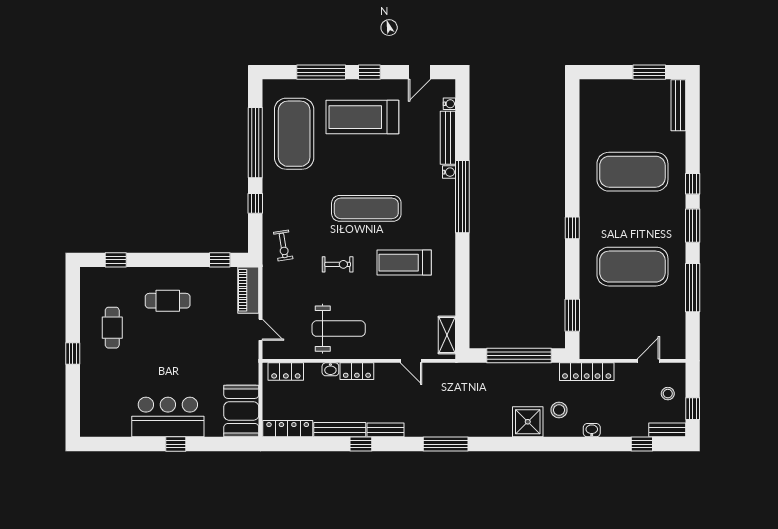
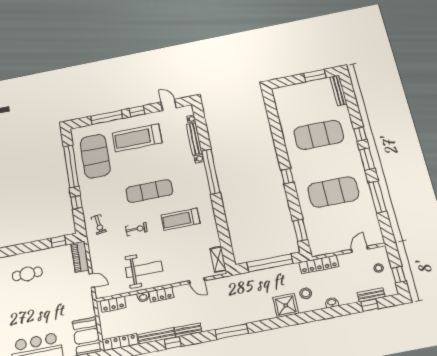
door: (419, 72) -> (169, 105), swing flipped
bench: (667, 430) -> (371, 295), moved

